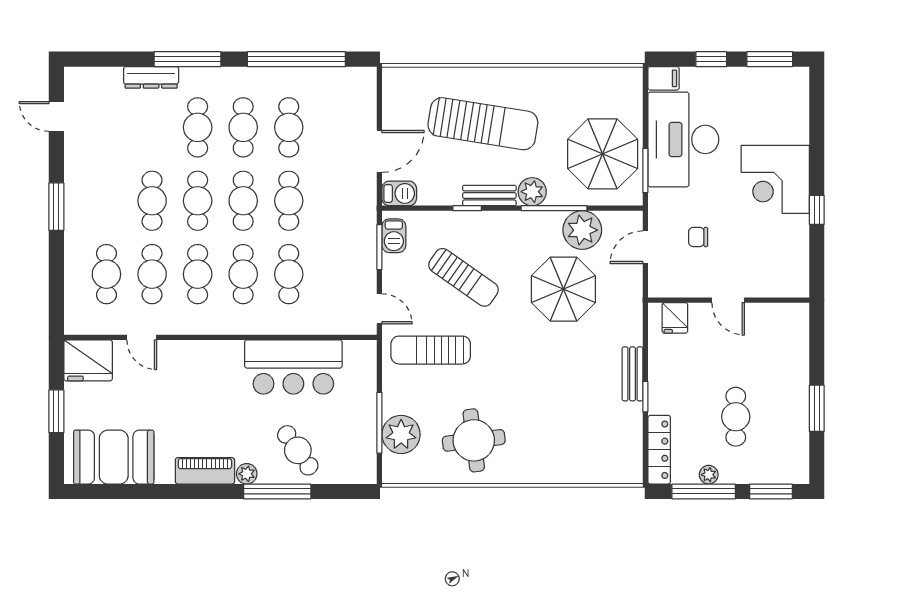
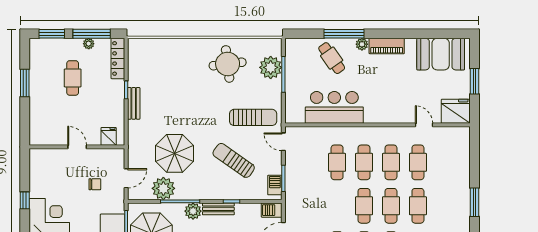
cafe table: (289, 201) -> (337, 206), removed
cafe table: (106, 274) -> (445, 162), removed

